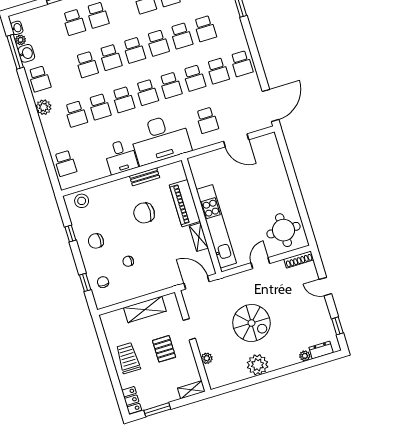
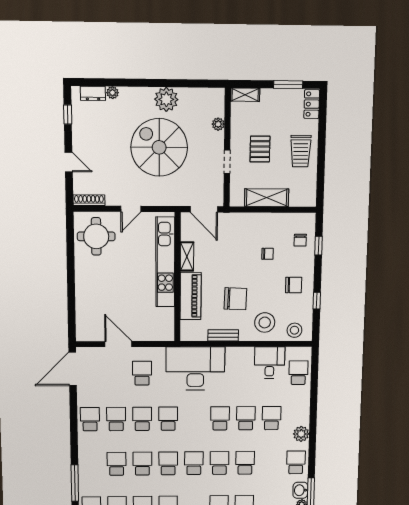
school desk: (147, 92) -> (194, 419), removed
desk: (121, 157) -> (270, 363), moved
stool: (111, 200) -> (265, 322), added
spiral stairs: (251, 323) -> (159, 147), width x1.37, depth x1.37

